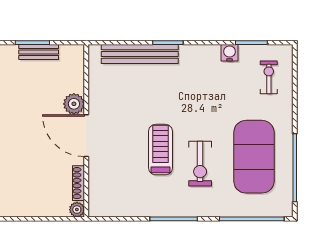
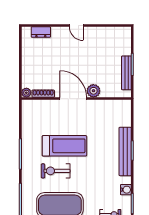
bench: (39, 52) -> (126, 73), width x1.36
bench: (140, 54) -> (125, 151), moved
door: (86, 136) -> (73, 99), hinge flipped
treadmill: (160, 150) -> (64, 146), width x1.37, depth x1.38

